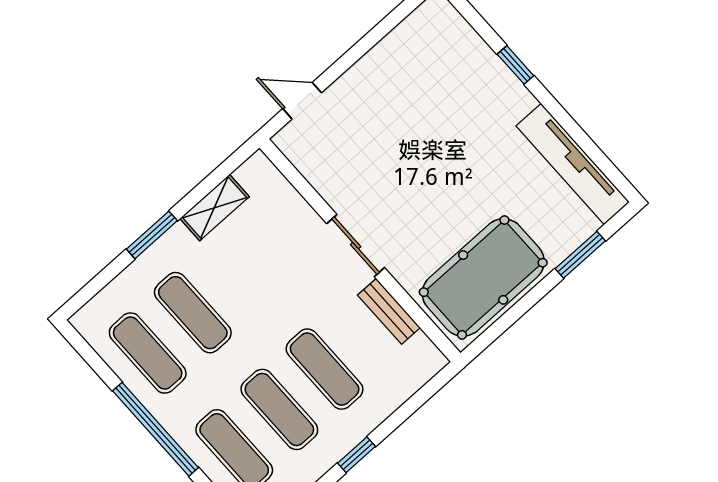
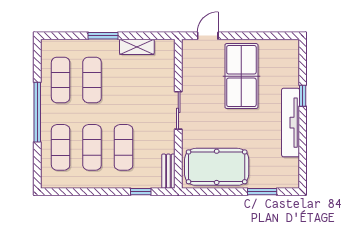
door: (302, 101) -> (208, 36), hinge flipped
table tennis table: (402, 115) -> (241, 76), added
tv unit: (573, 164) -> (291, 123), moved
bench: (389, 311) -> (168, 171), moved
window: (357, 455) -> (141, 192), moved

